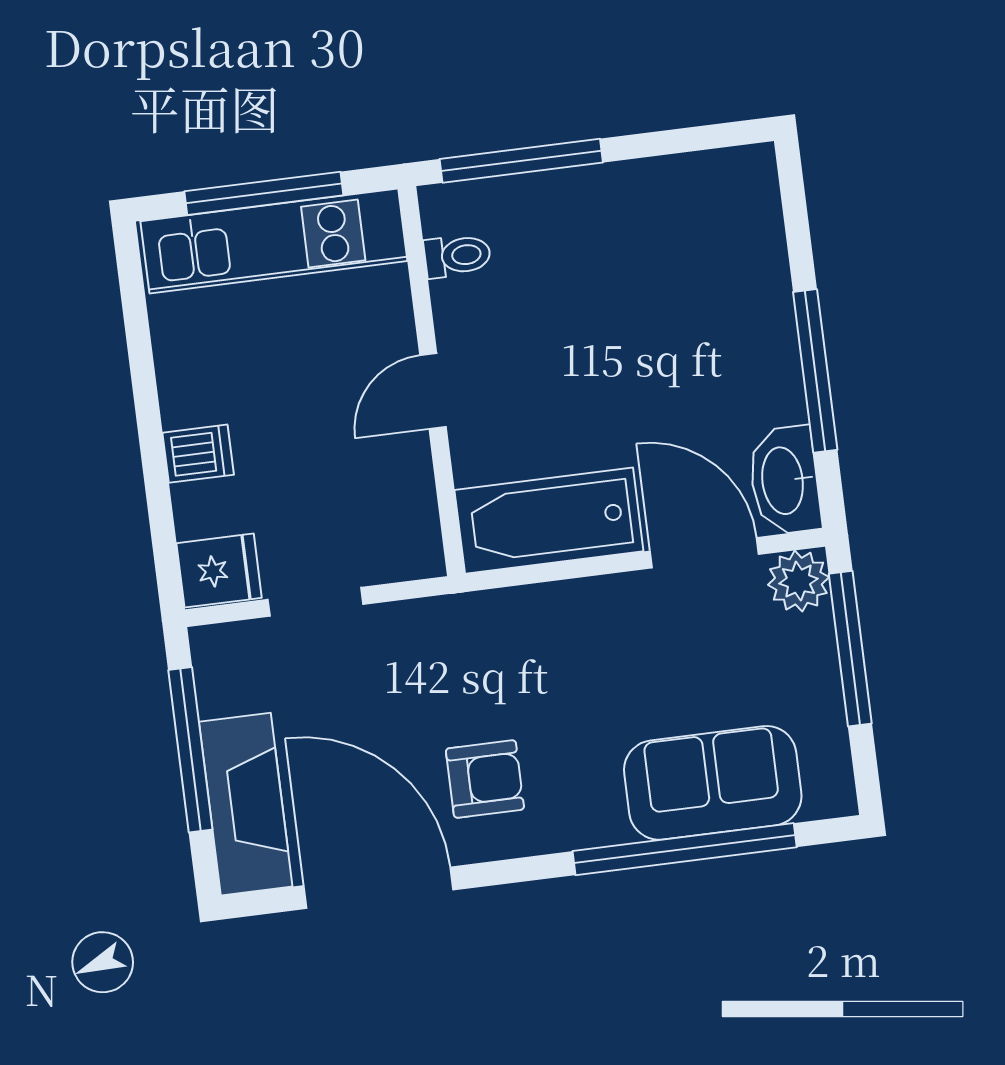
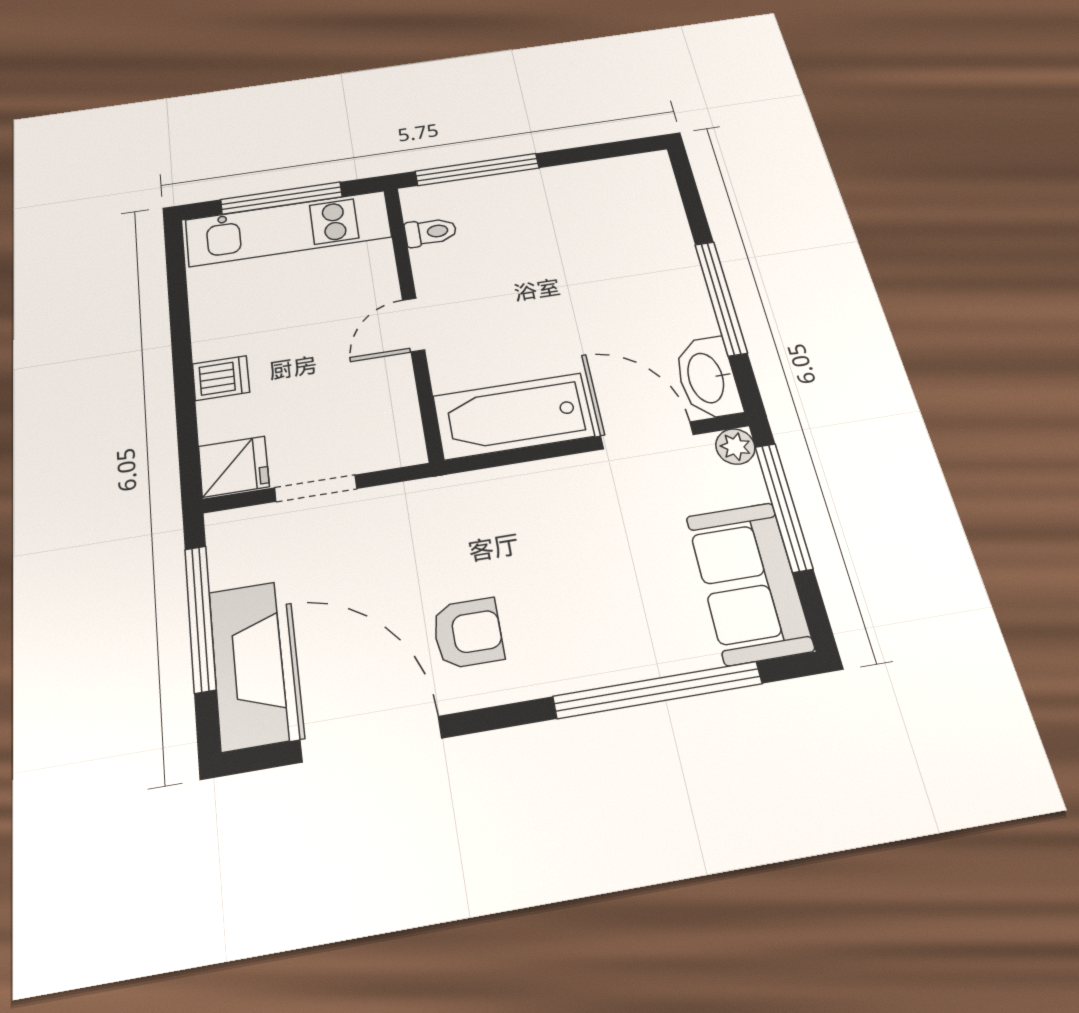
plant: (798, 581) -> (735, 447), width x0.73, depth x0.73
sofa: (713, 783) -> (749, 582), moved, turned -90

